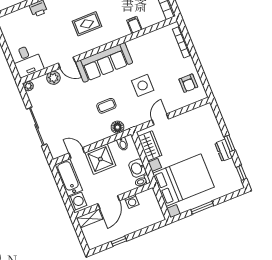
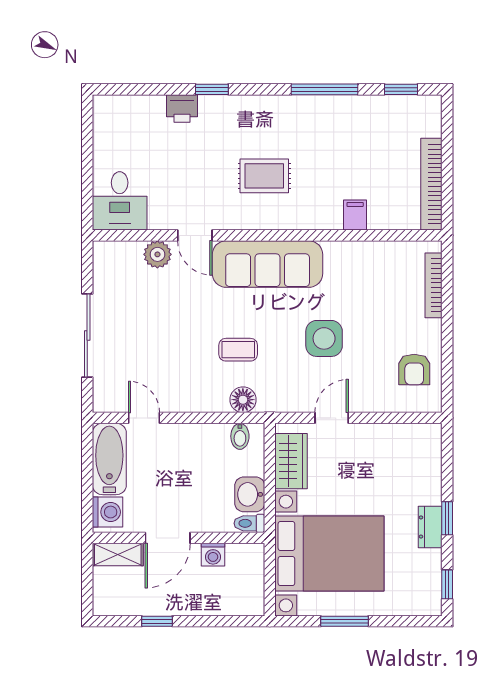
plant: (28, 86) -> (103, 251), removed
shower: (100, 159) -> (185, 448), removed

